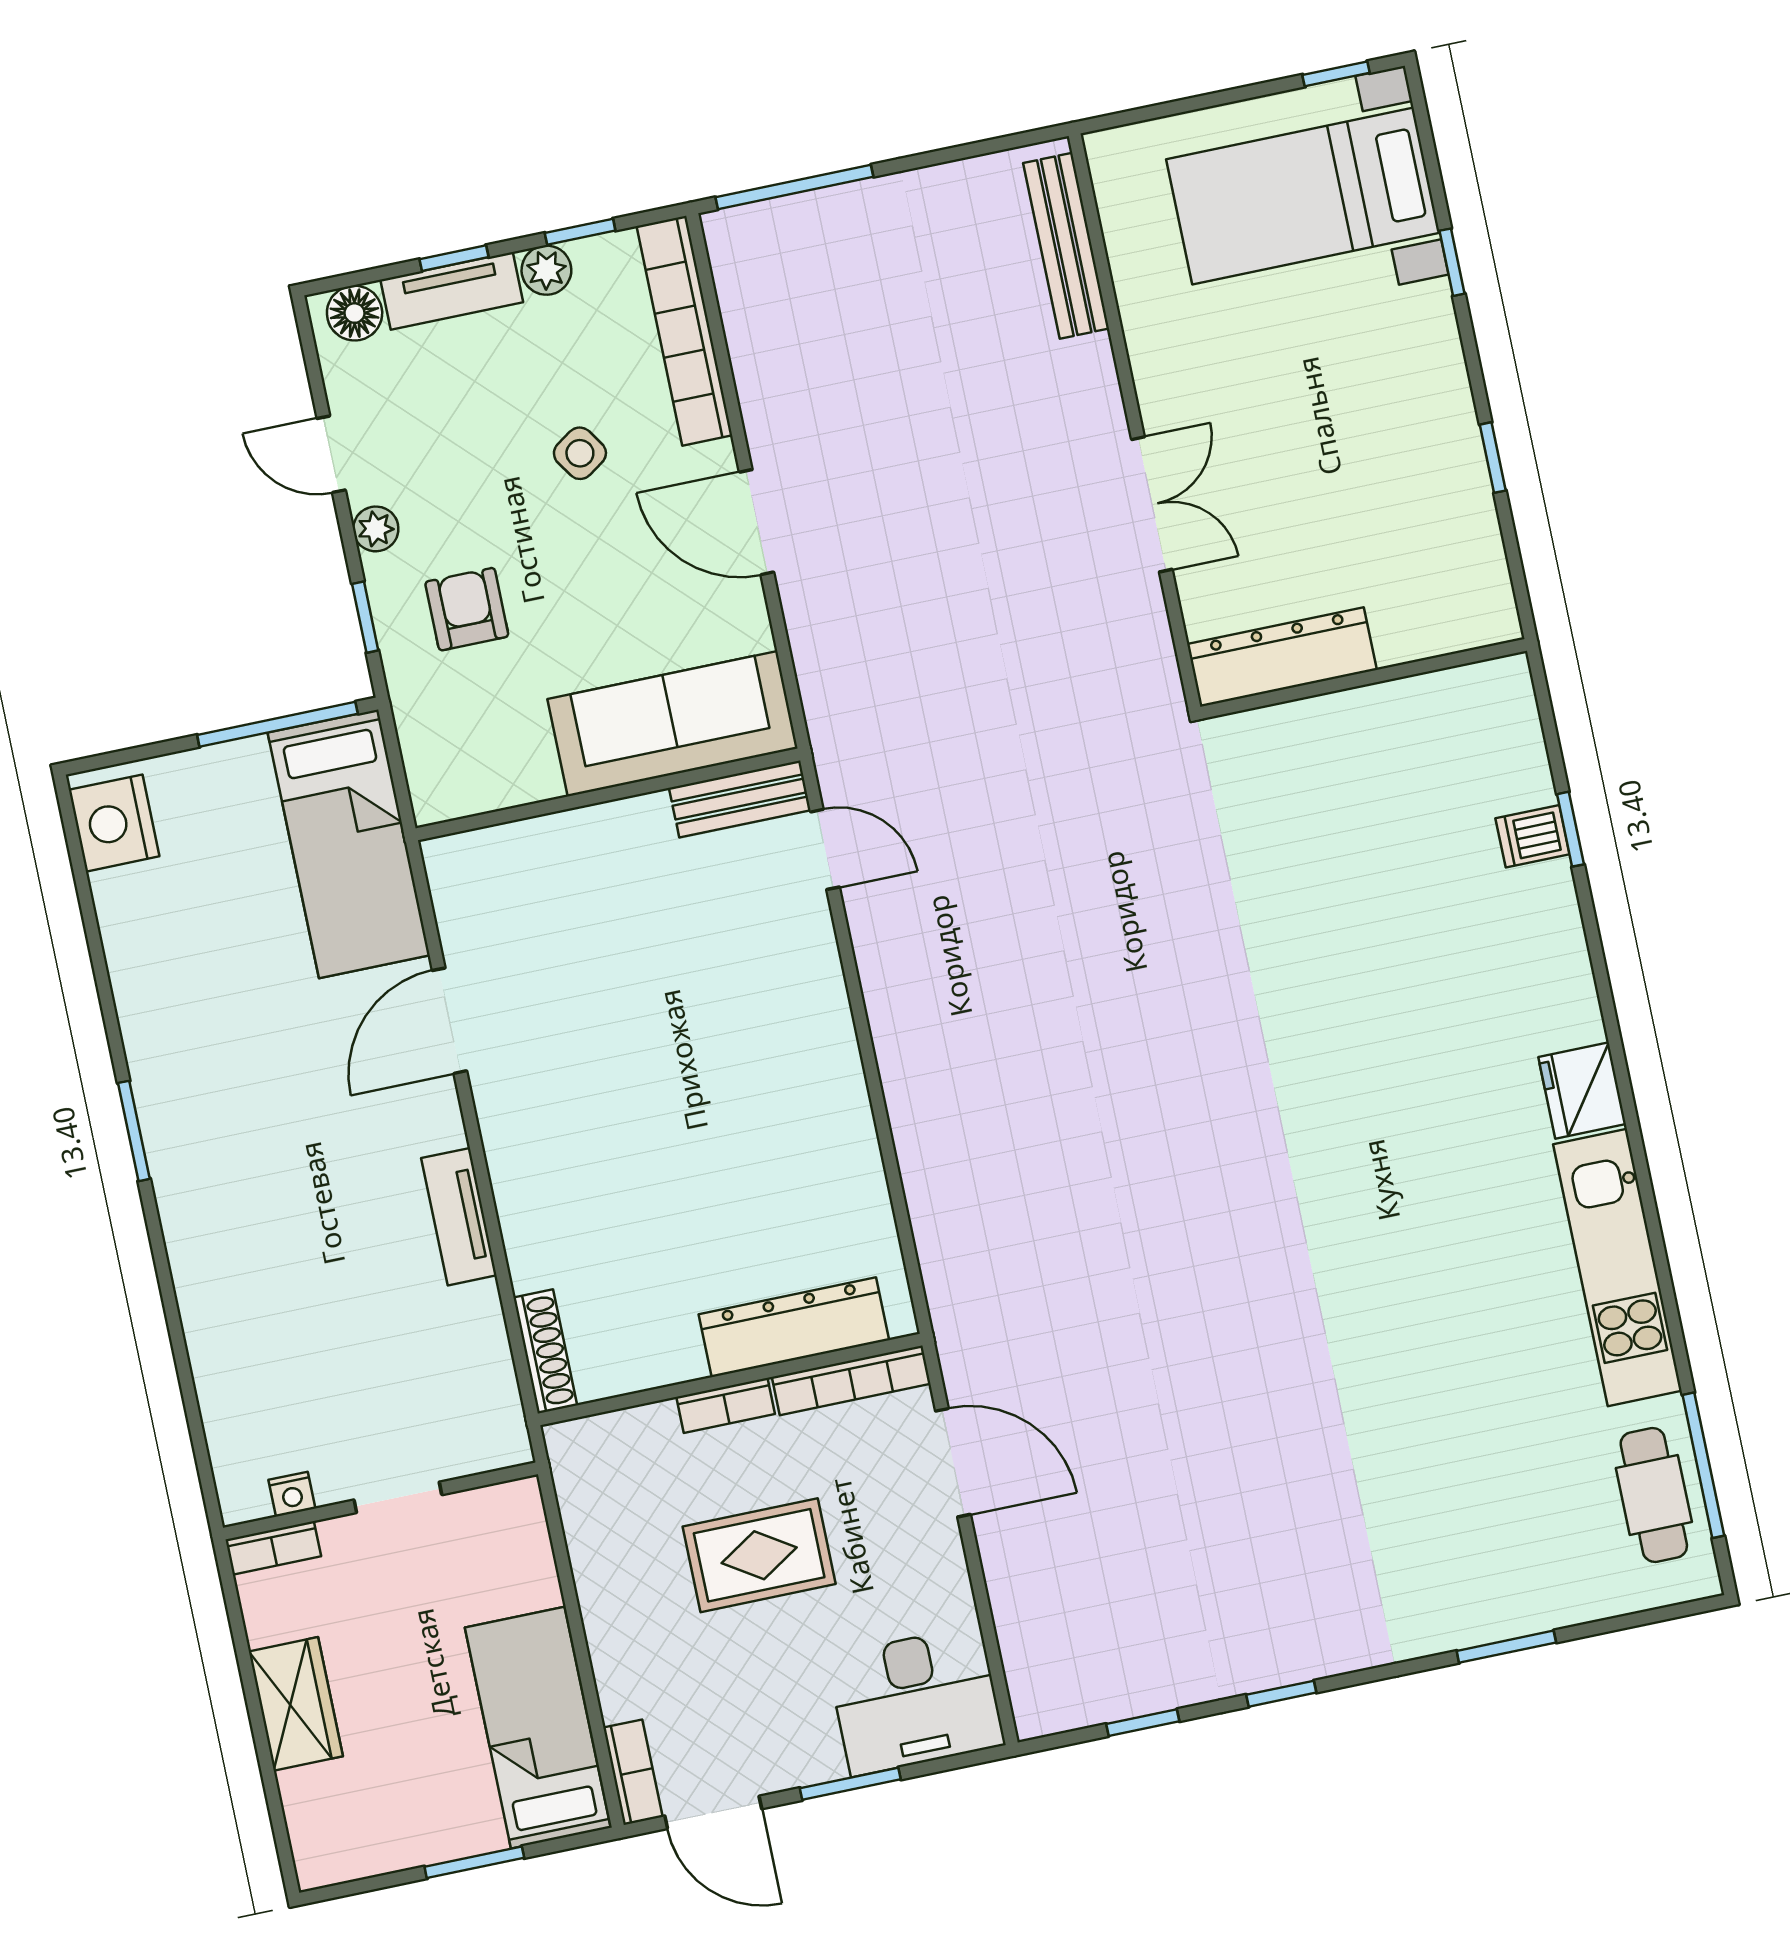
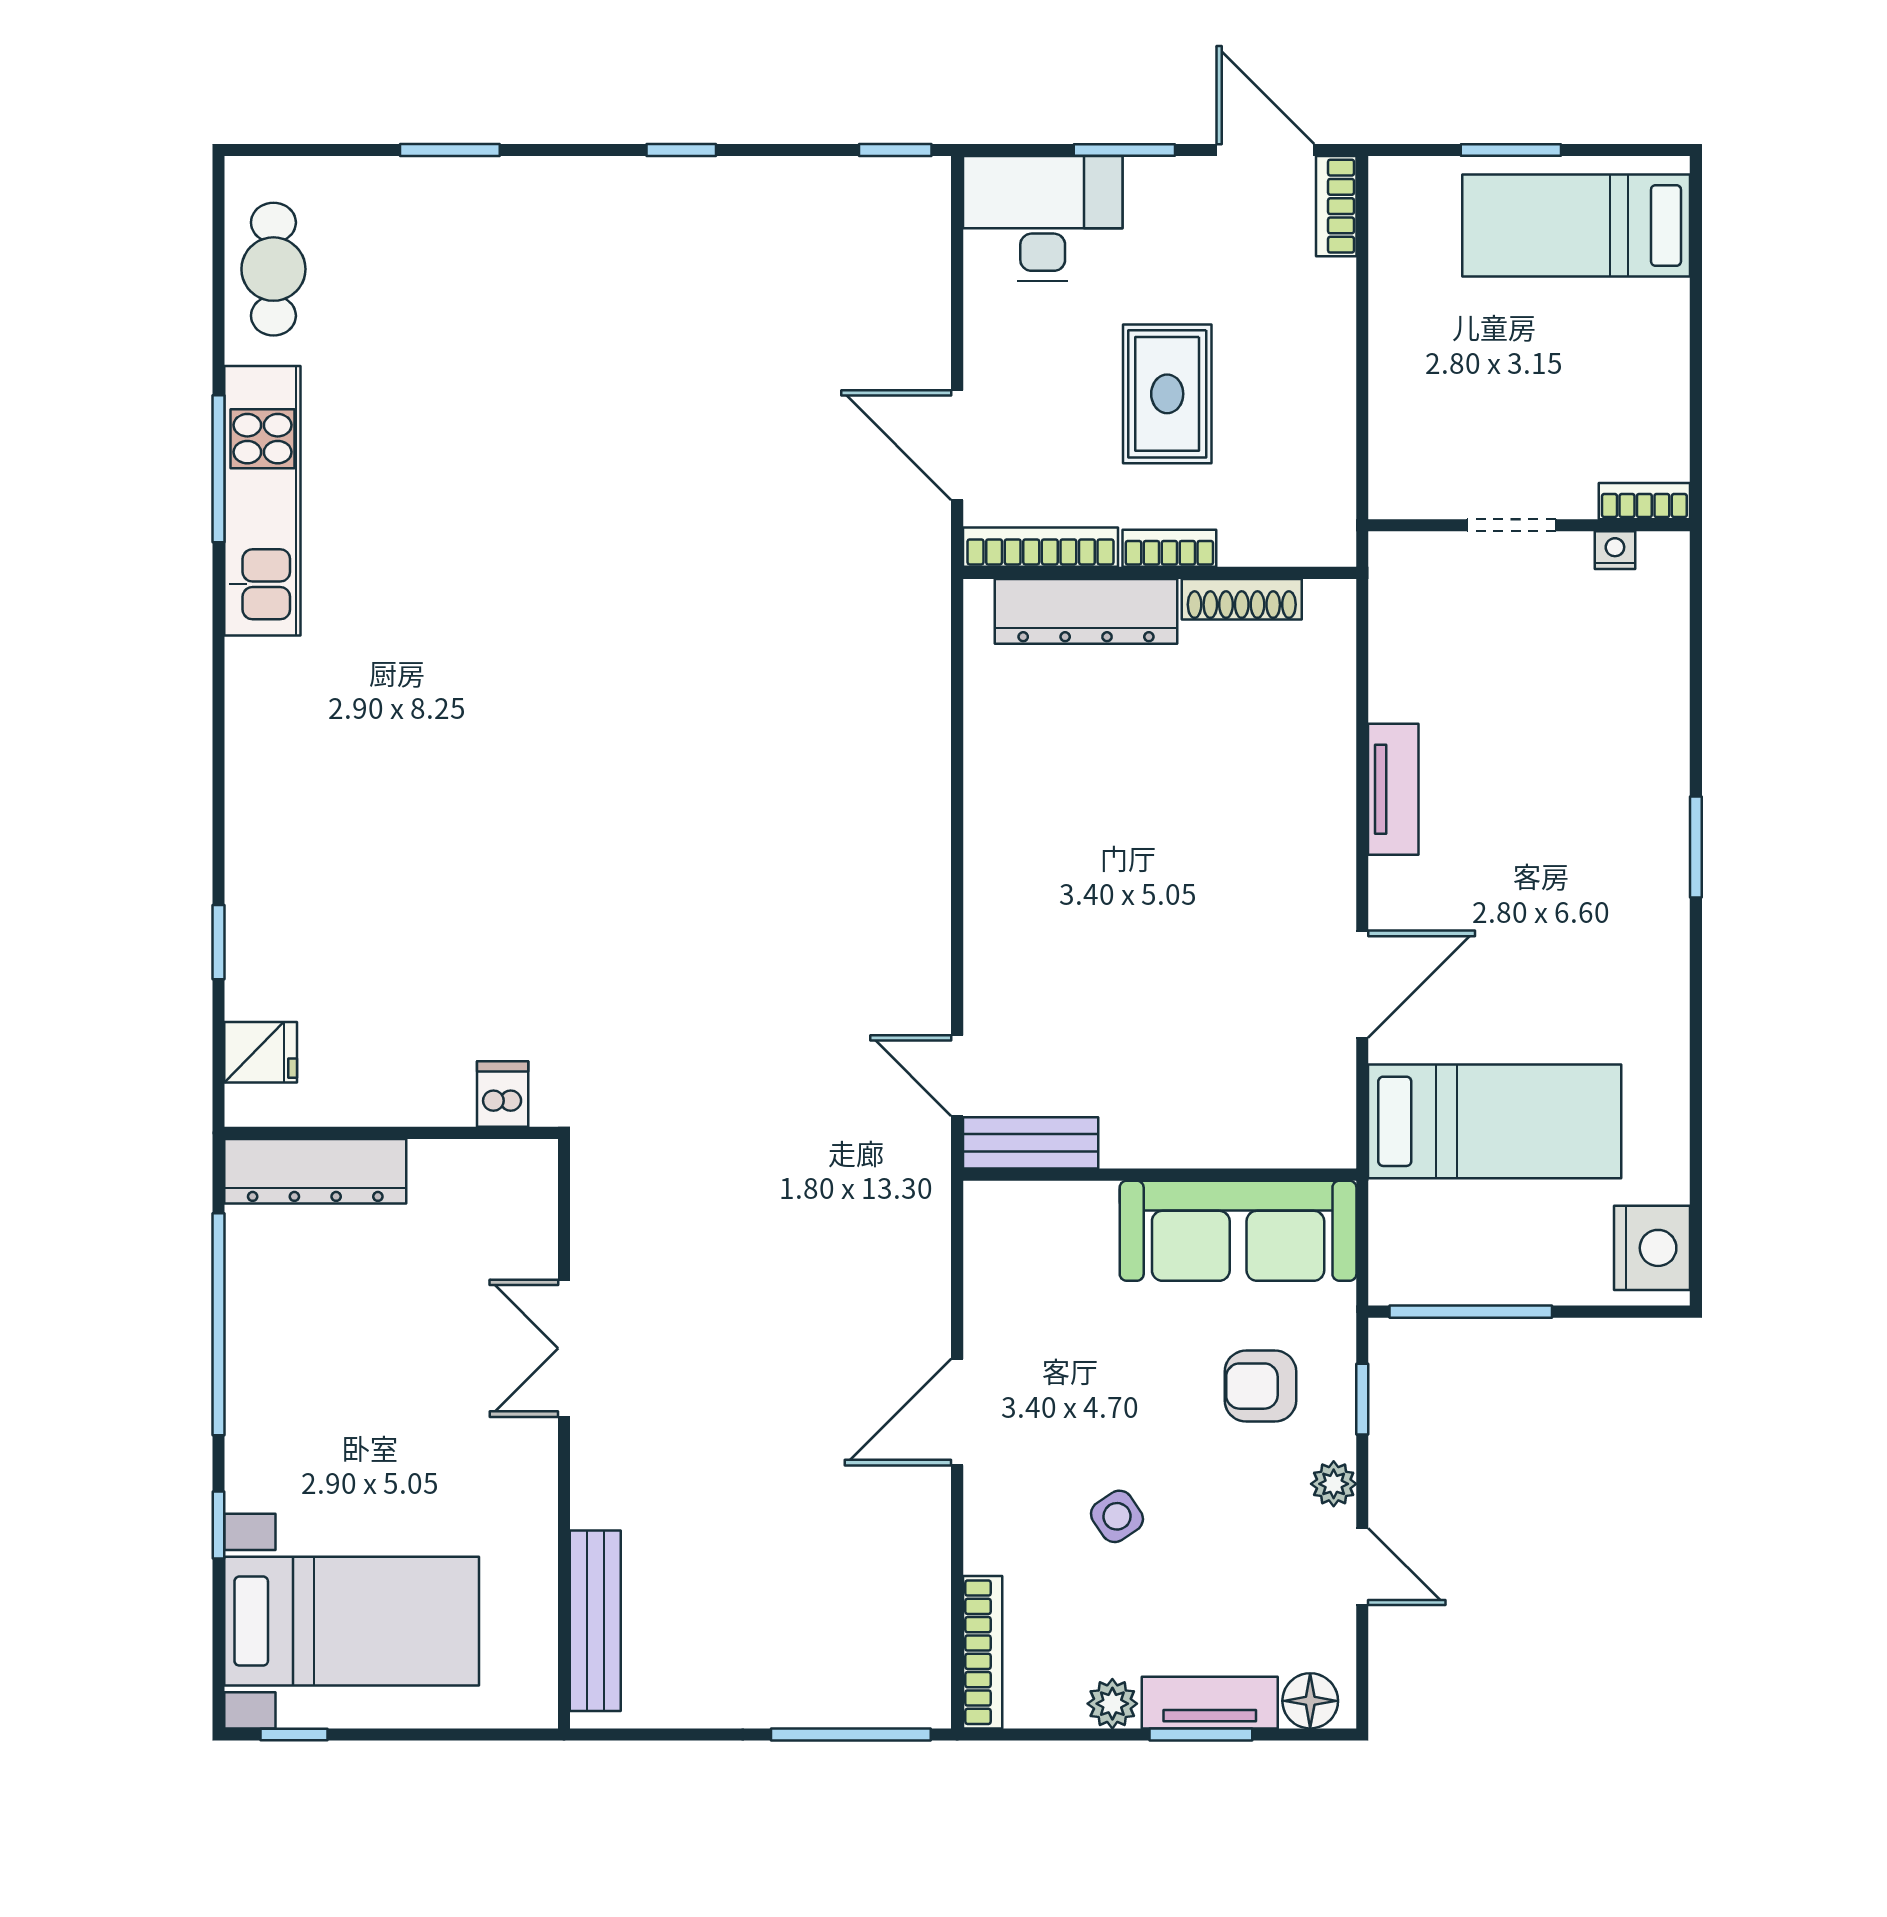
window: (580, 232) -> (1071, 1735), removed
window: (454, 258) -> (1201, 1735), width x1.50
bookcase: (684, 331) -> (983, 1652), width x0.68, depth x0.76
window: (1493, 458) -> (219, 1324), width x3.17
door: (757, 522) -> (957, 1412), swing flipped
armchair: (467, 609) -> (1260, 1386), turned 90
dresser: (1282, 657) -> (315, 1171), moved
sofa: (673, 724) -> (1238, 1231), moved
dishwasher: (1533, 836) -> (503, 1094), moved, turned -90
bed: (349, 844) -> (1495, 1121), moved, turned 90
fridge: (1582, 1090) -> (261, 1052), moved, width x0.72
window: (134, 1131) -> (1696, 847), moved
shoe rack: (545, 1351) -> (1242, 599), moved, turned -90
window: (1703, 1465) -> (219, 469), moved
rug: (759, 1555) -> (1167, 394), turned 90
wardrobe: (296, 1704) -> (1654, 343), removed
window: (1143, 1723) -> (895, 150), moved
bed: (538, 1728) -> (1576, 225), moved, turned 90

